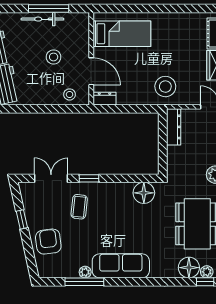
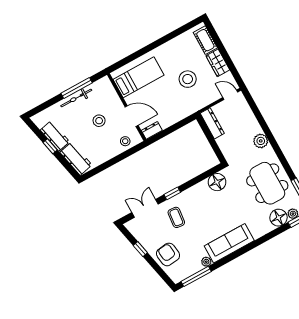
stool: (165, 87) -> (188, 79), moved
window: (84, 282) -> (196, 276), moved

